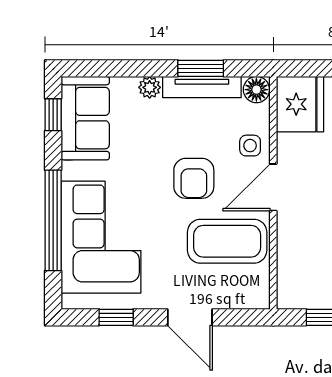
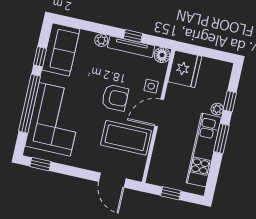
window: (201, 68) -> (133, 36), width x0.67
window: (53, 115) -> (40, 57), moved
armchair: (194, 178) -> (115, 98), turned -90
window: (116, 317) -> (40, 164), moved
door: (190, 317) -> (112, 180), moved

